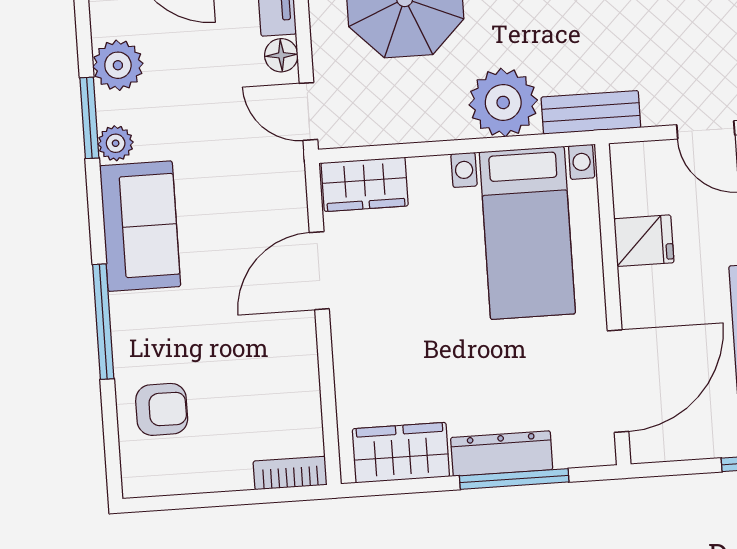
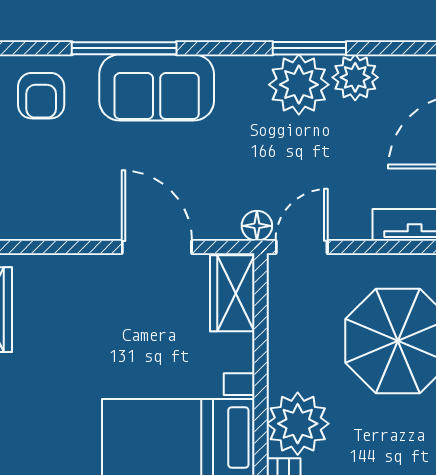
floor lamp: (281, 55) -> (257, 226), moved
plant: (116, 143) -> (299, 85), width x1.88, depth x1.88
sofa: (140, 226) -> (157, 87), moved

